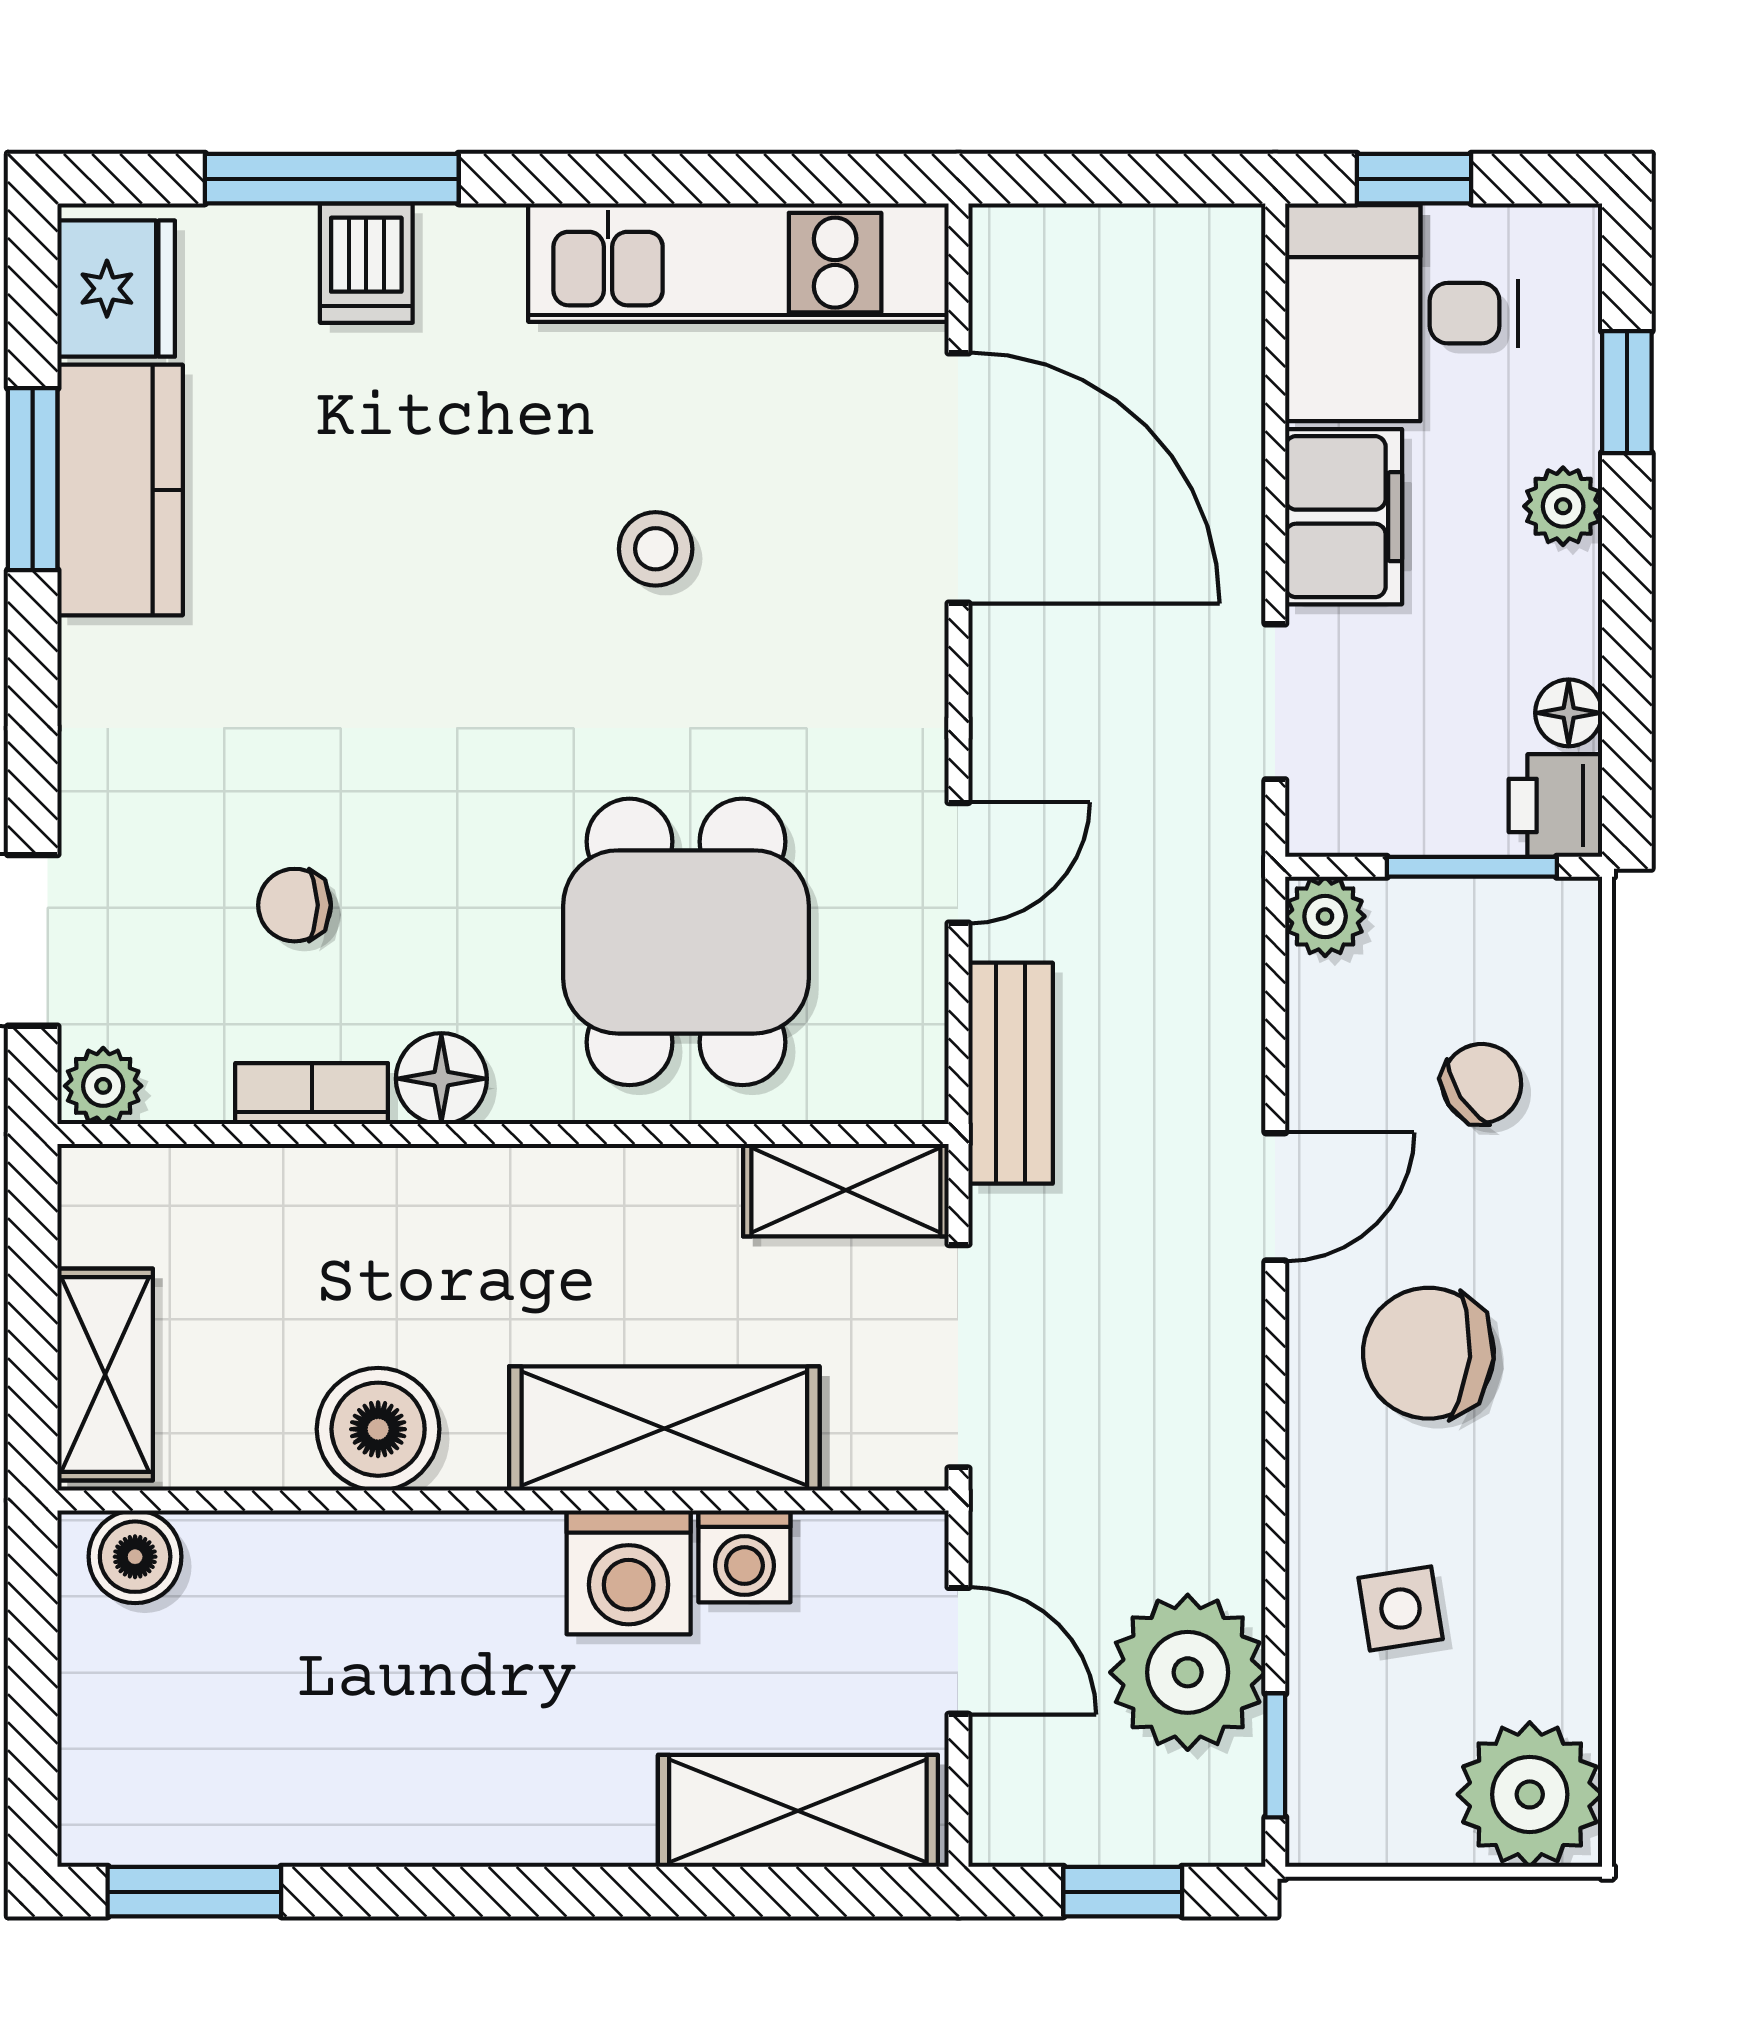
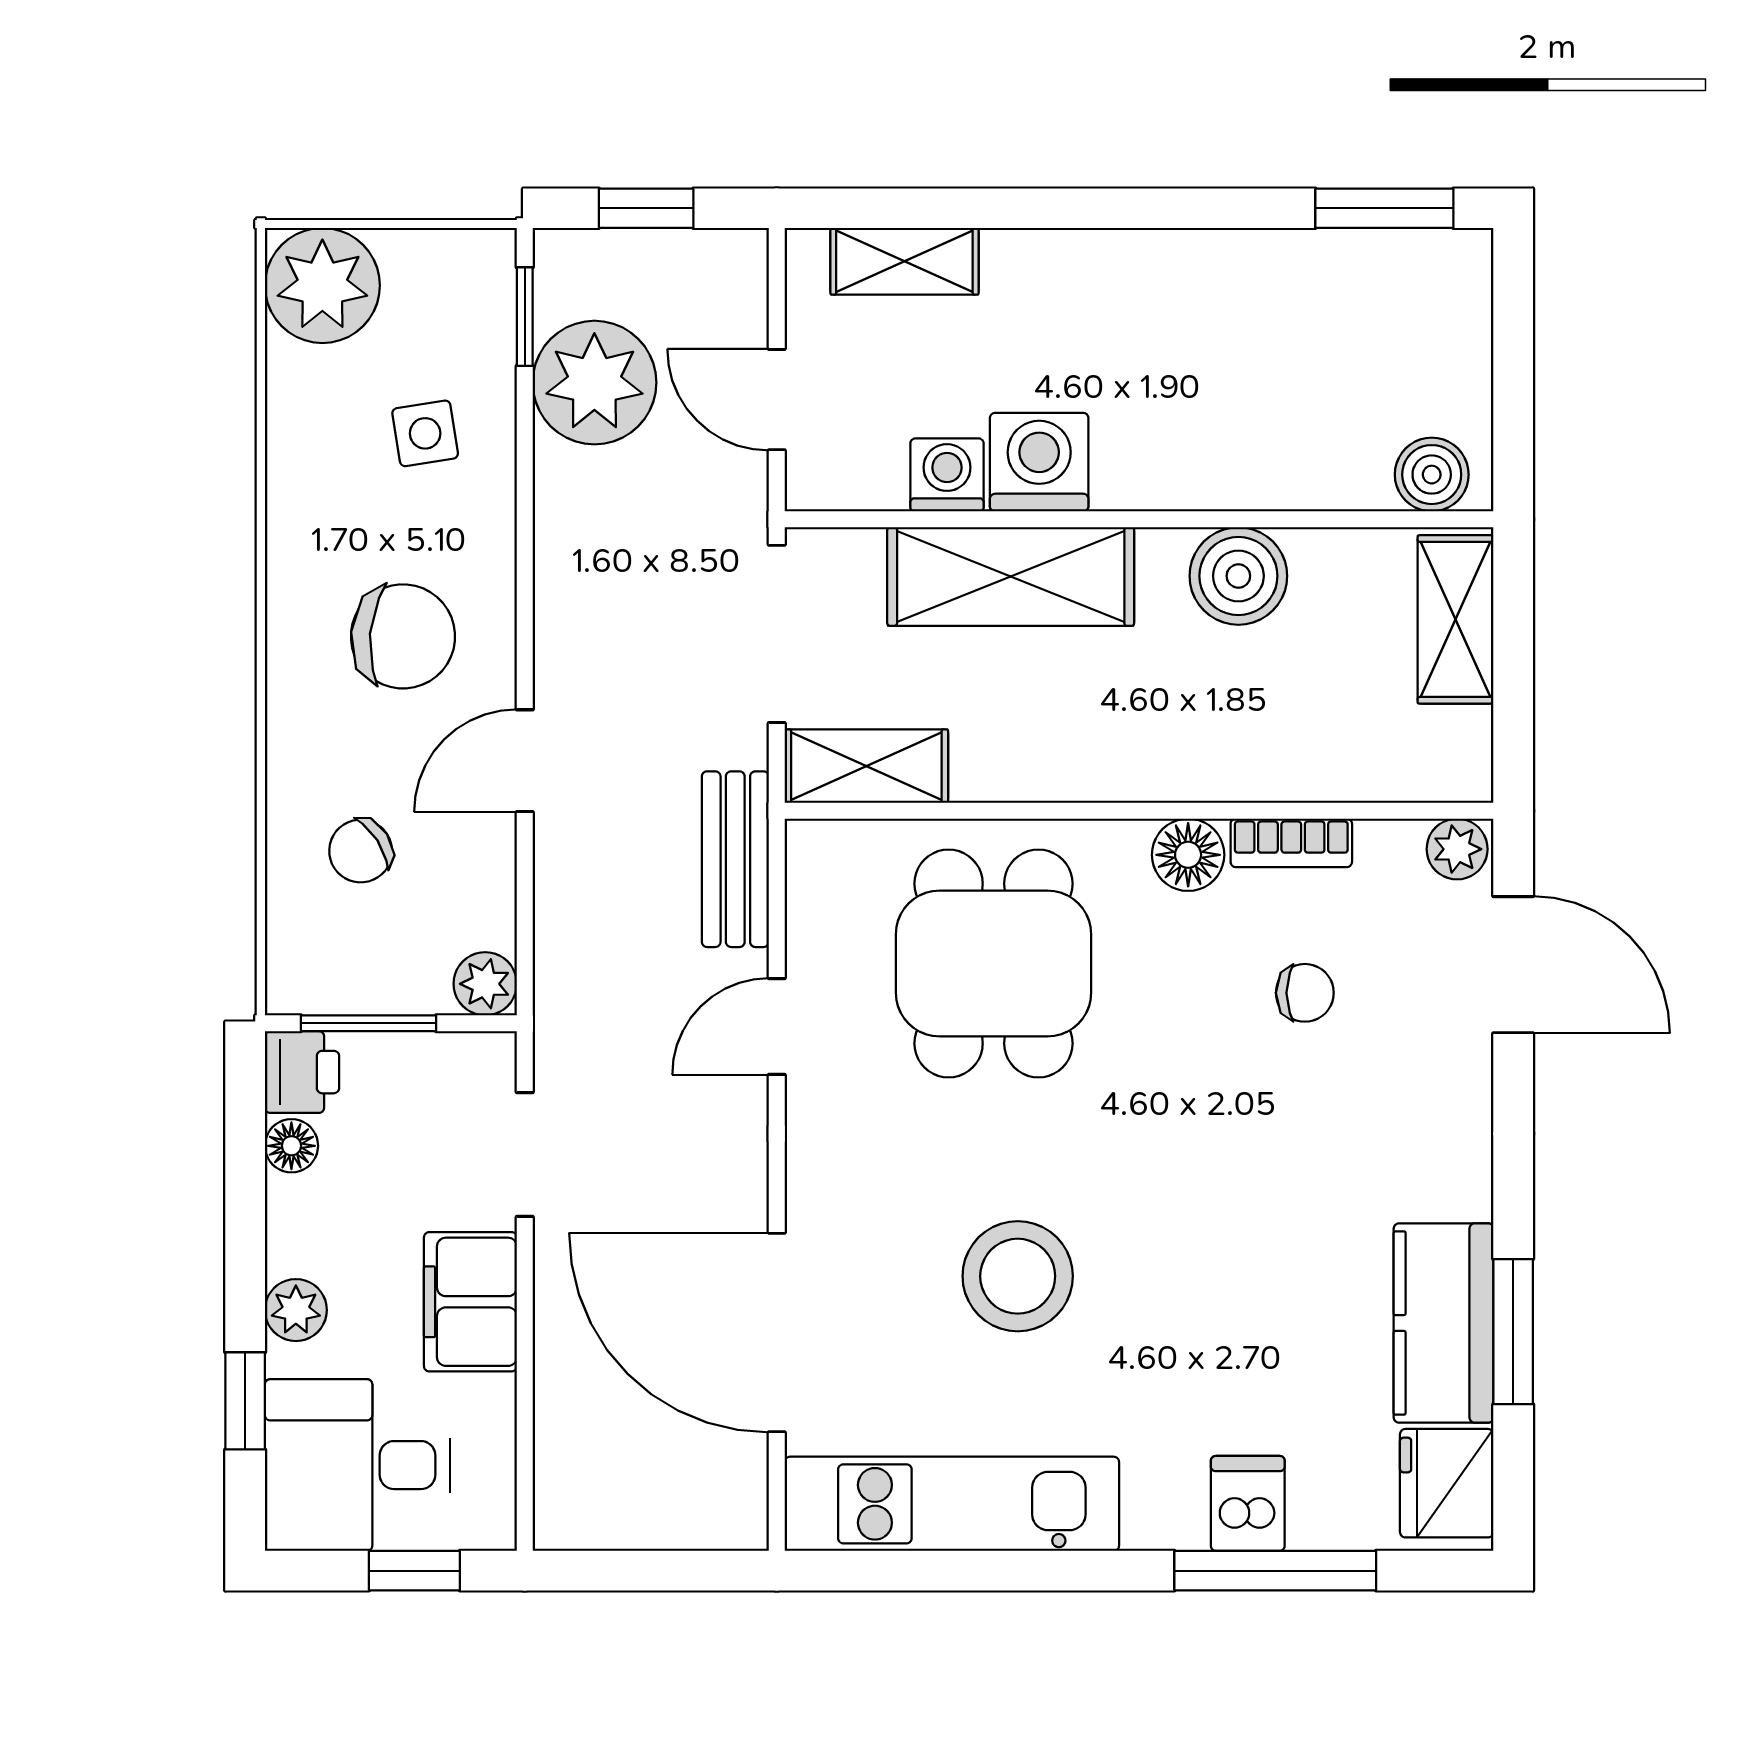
desk: (1402, 313) -> (357, 1465), moved, turned 180
stool: (656, 549) -> (1018, 1276), width x1.89, depth x1.89
shelving: (798, 1811) -> (904, 261), width x0.67, depth x0.75

